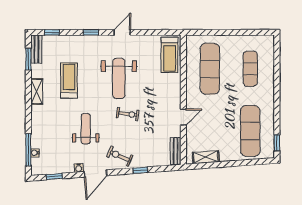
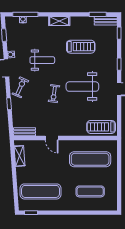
shelving: (37, 91) -> (59, 21), moved

